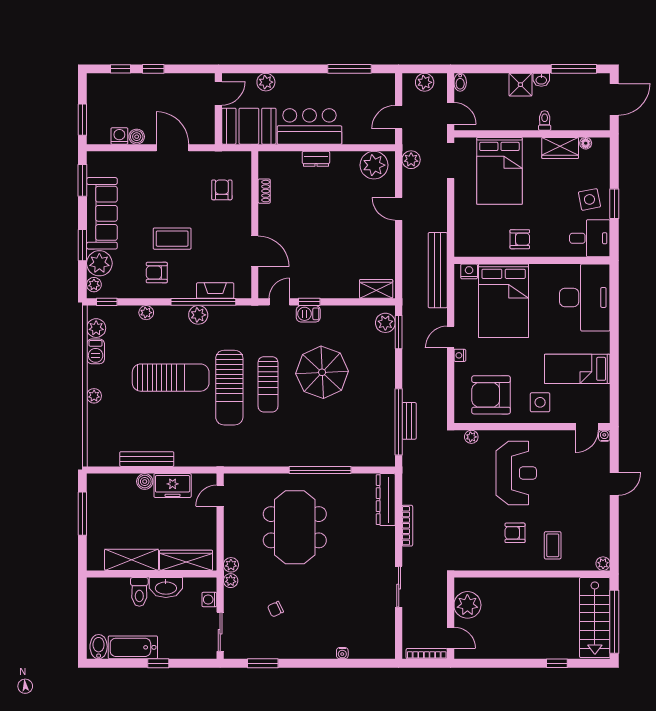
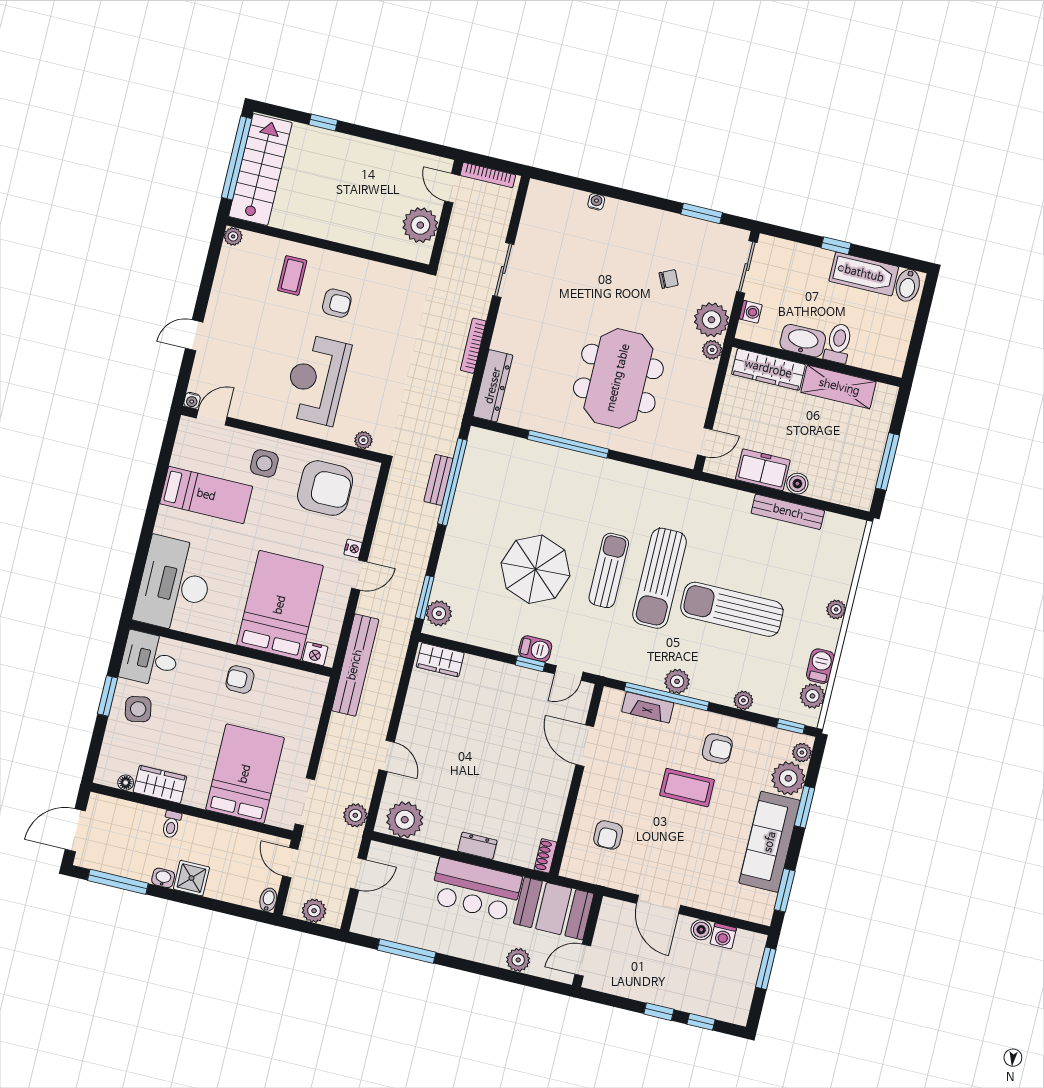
shoe rack: (264, 191) -> (545, 856), moved
sun lounger: (229, 388) -> (660, 578), turned 180
plant: (231, 581) -> (711, 320), width x1.88, depth x1.88

